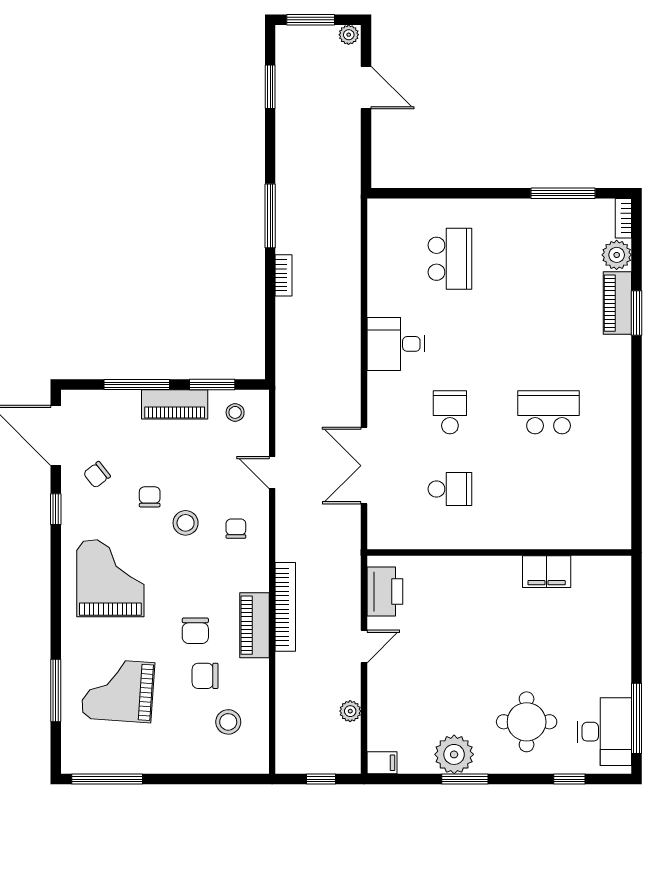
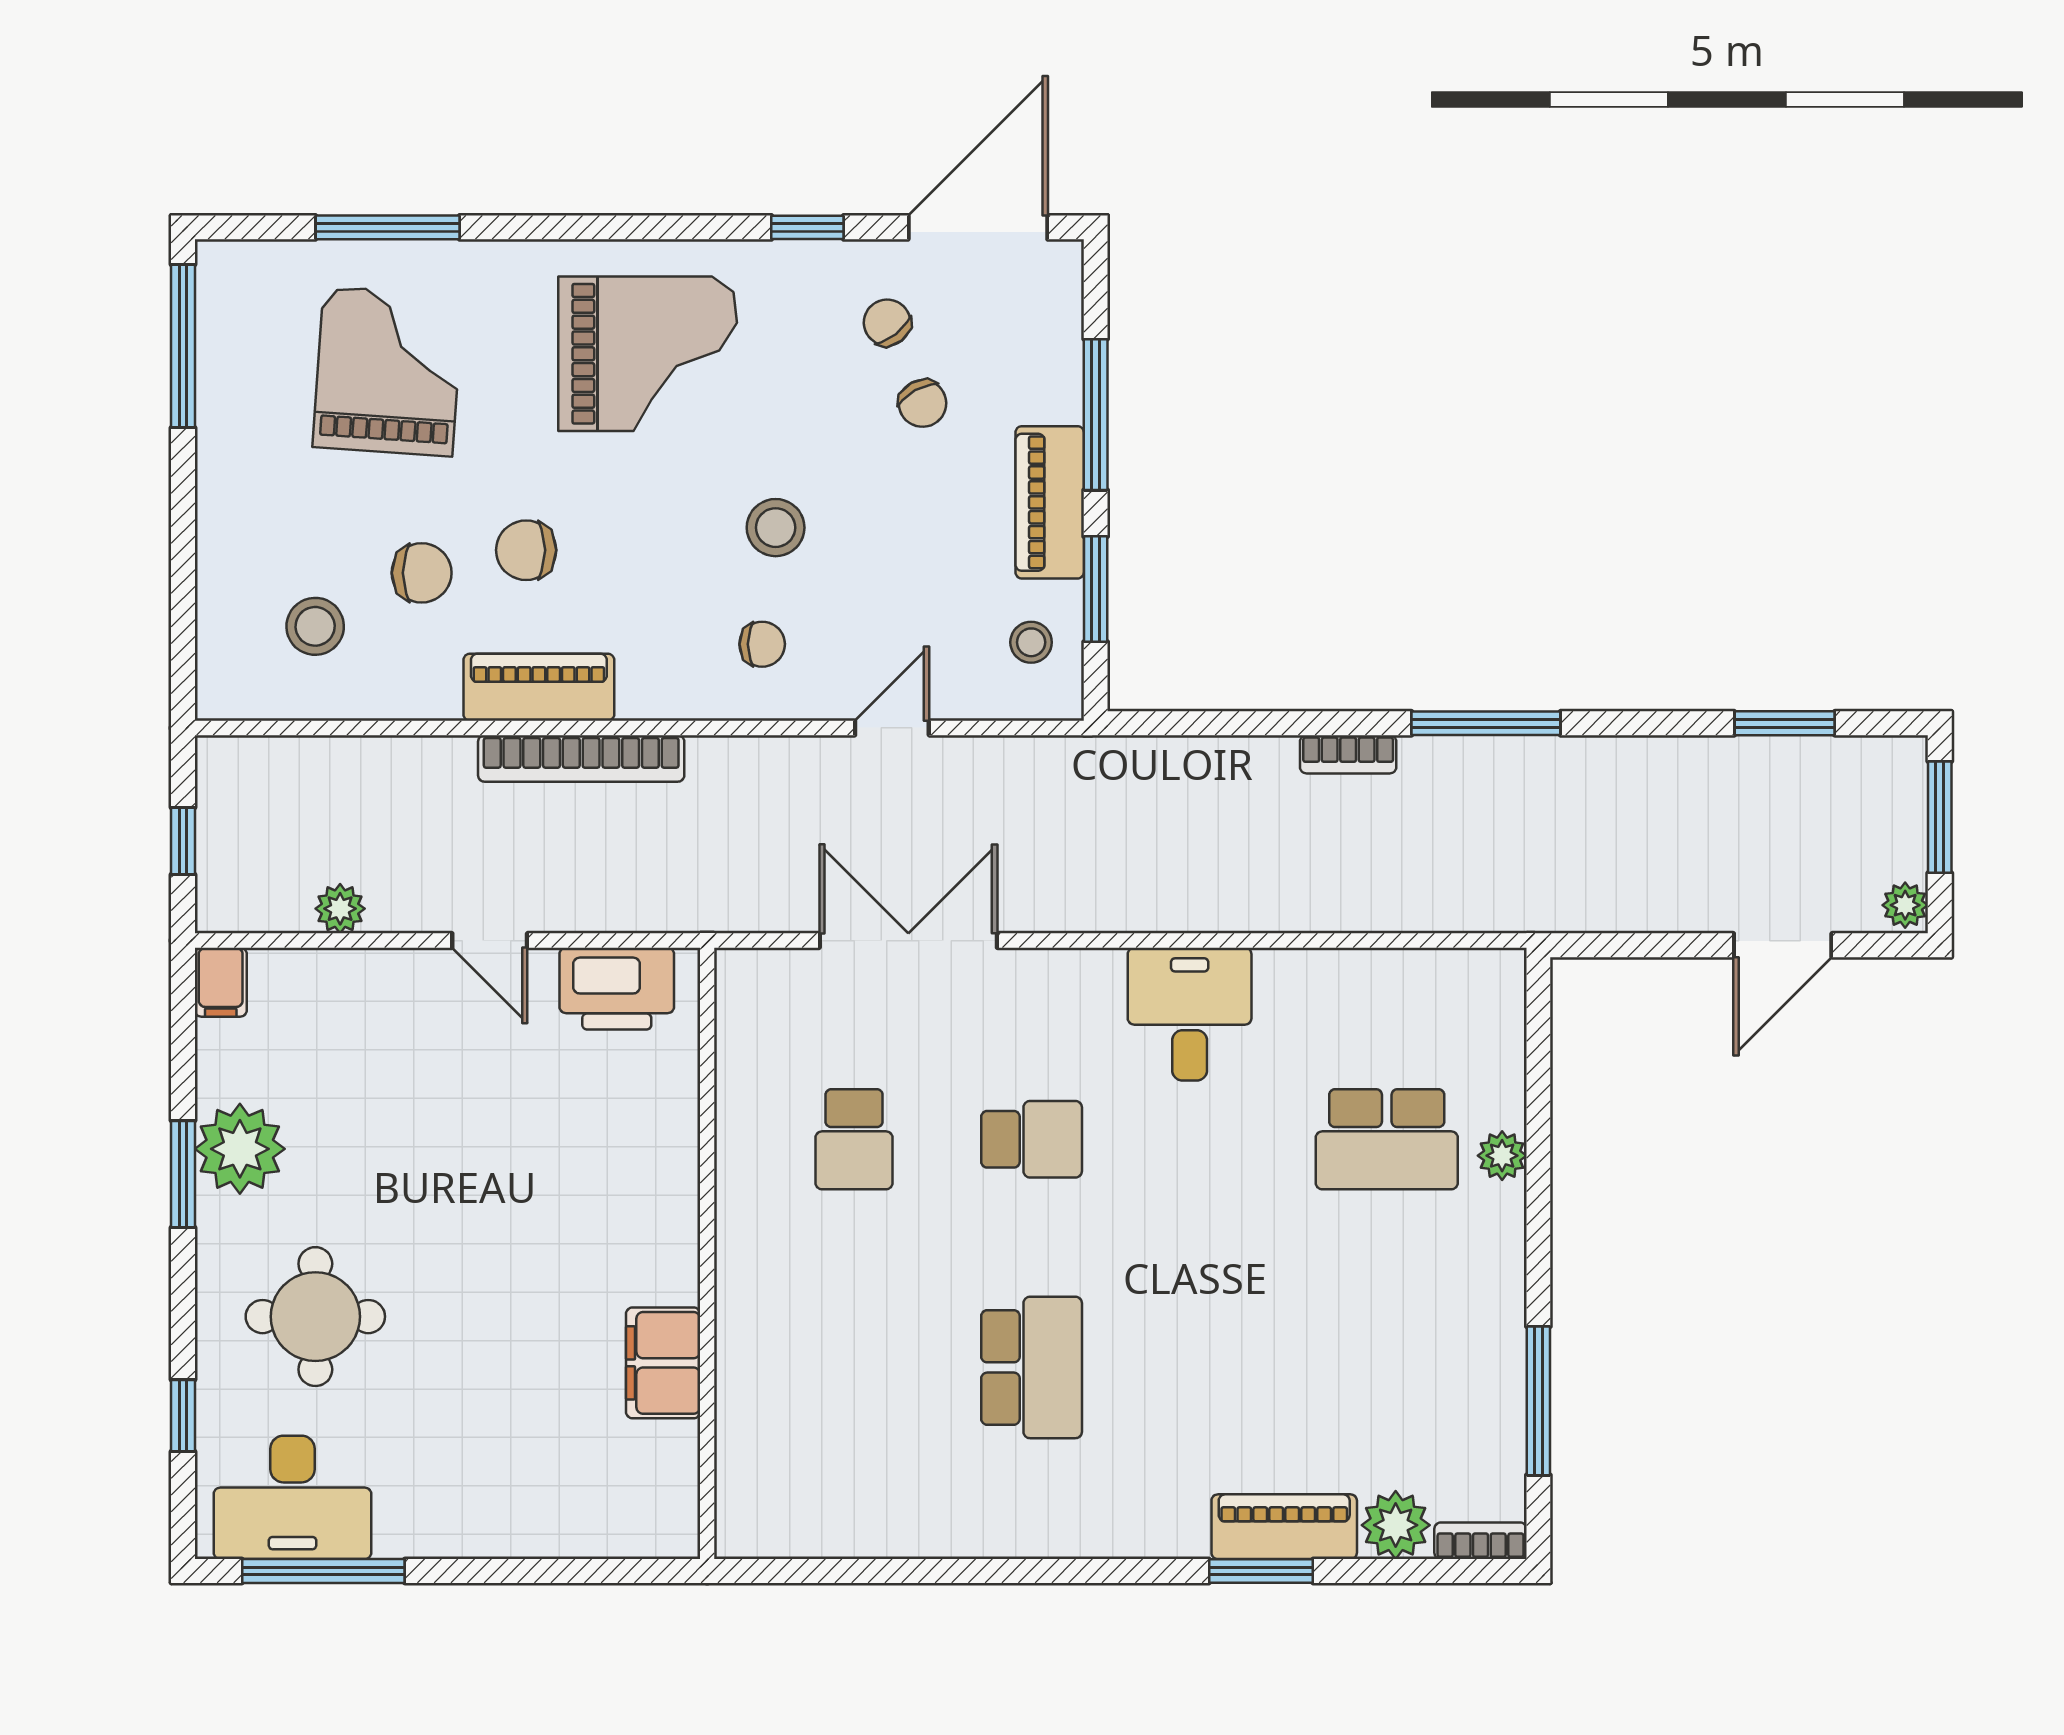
plant: (457, 209) -> (1502, 1156), added
chair: (150, 497) -> (923, 403), moved, turned 61
chair: (205, 676) -> (422, 573), turned 90

